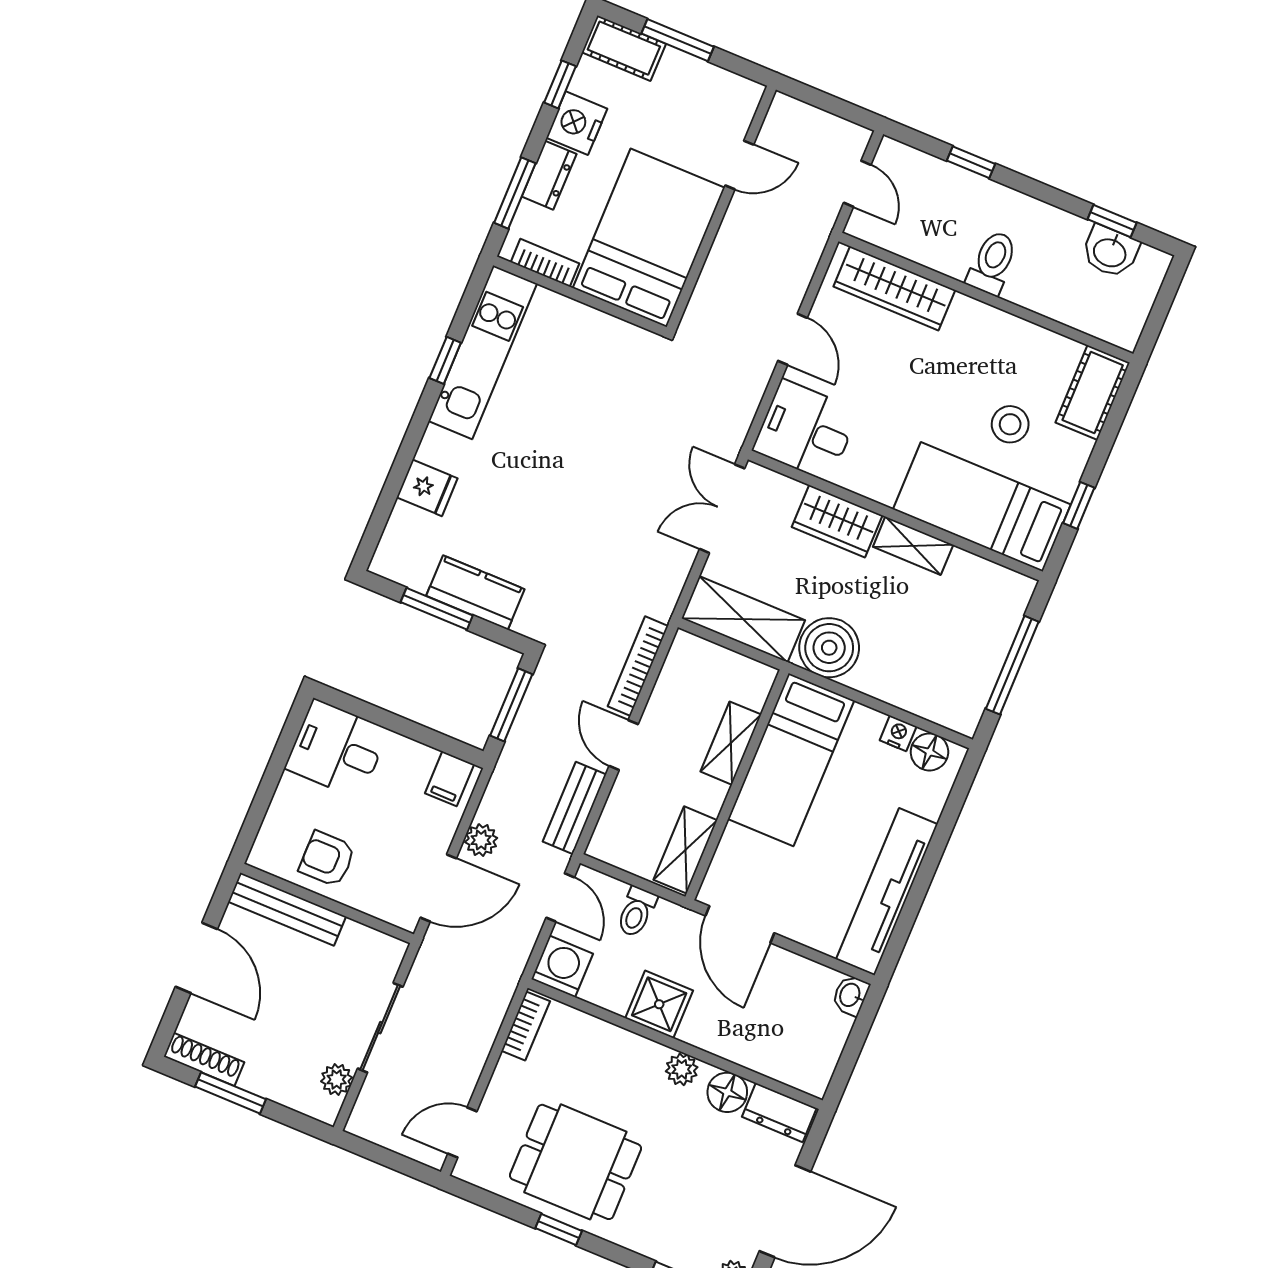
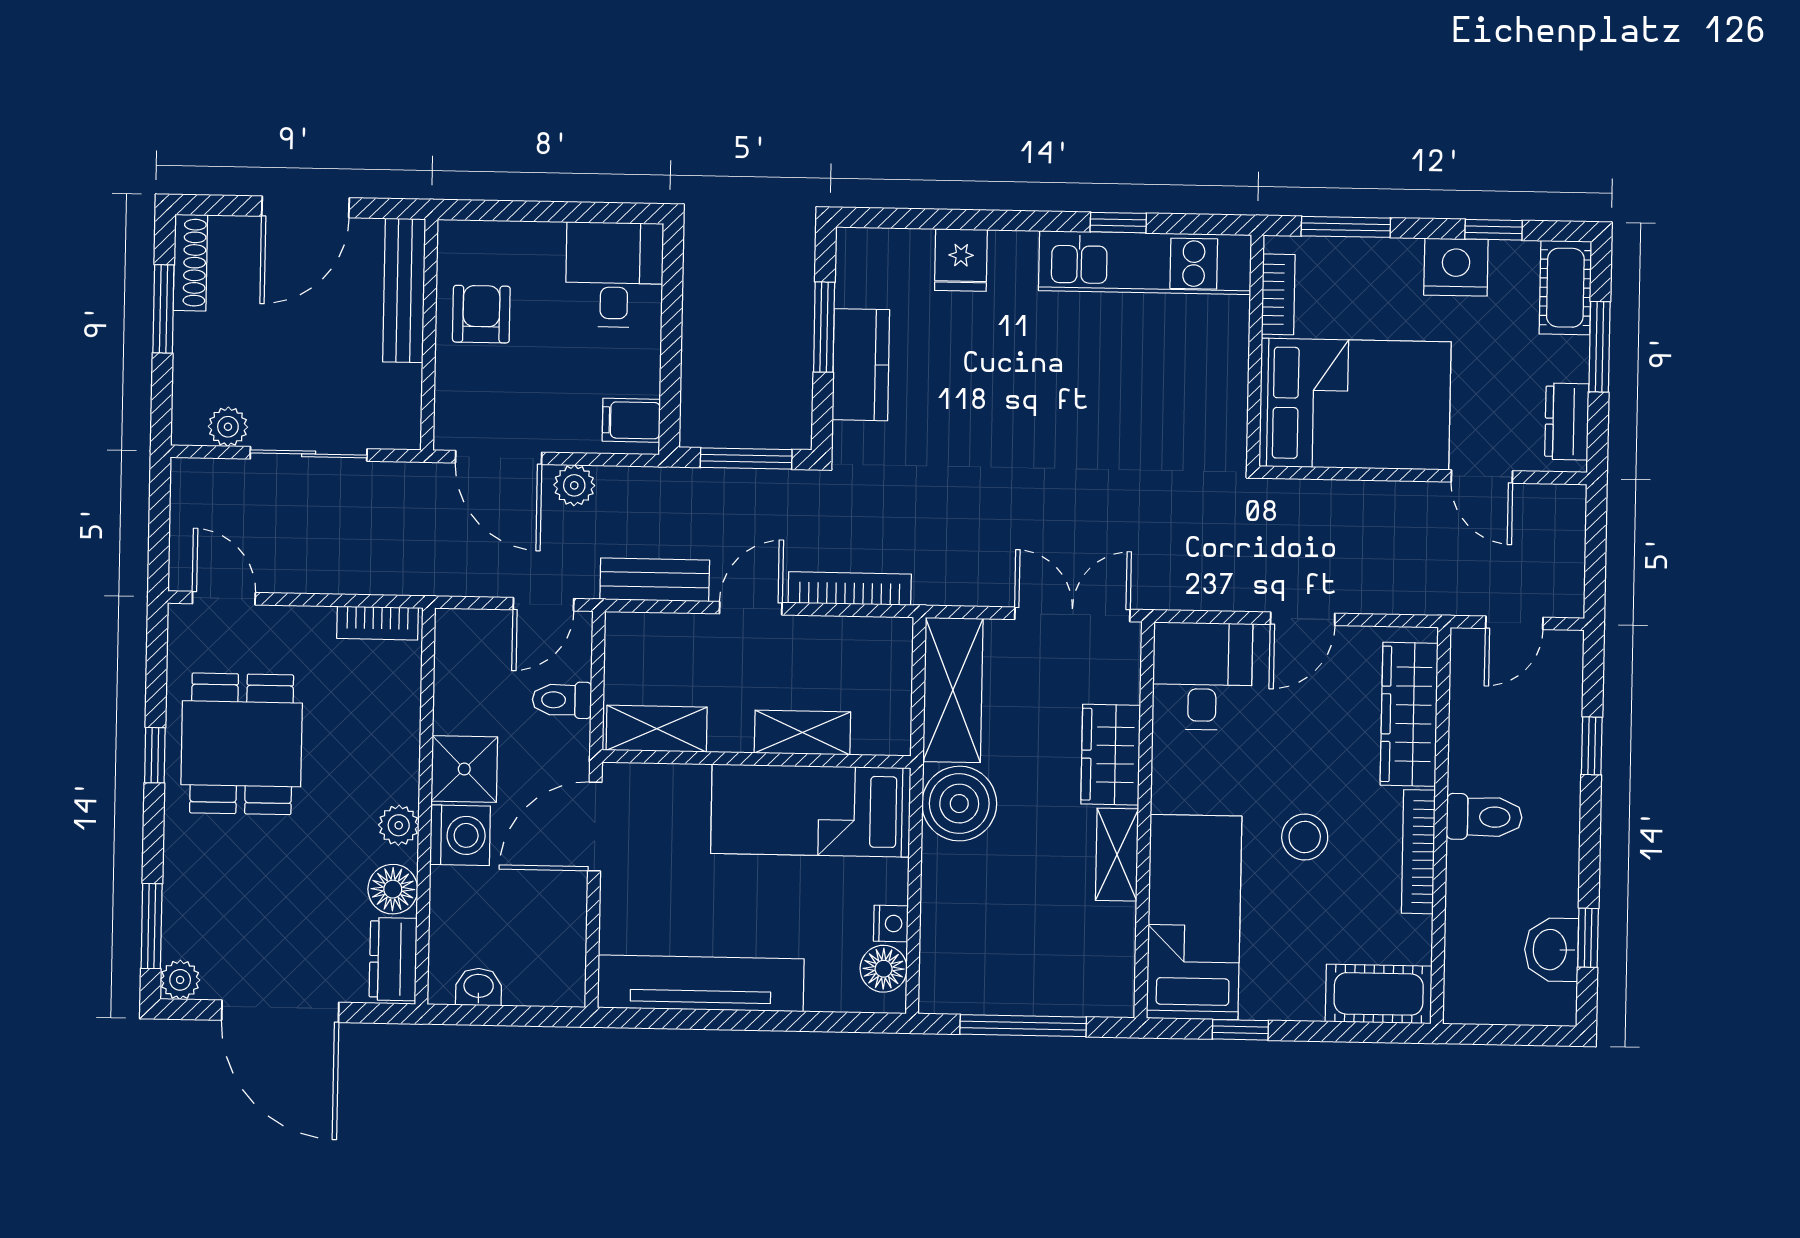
dresser: (549, 175) -> (1567, 421), moved, turned 90
bookcase: (999, 322) -> (1418, 852), added
stool: (1010, 424) -> (1305, 837), moved
washing machine: (562, 966) -> (460, 835), moved
washbasin: (851, 995) -> (479, 987), moved

